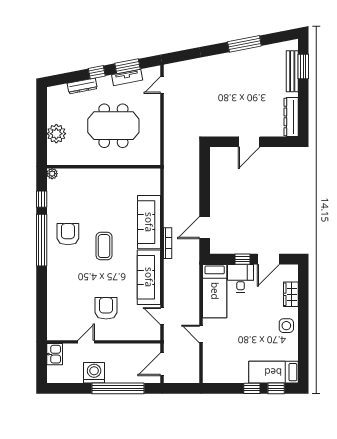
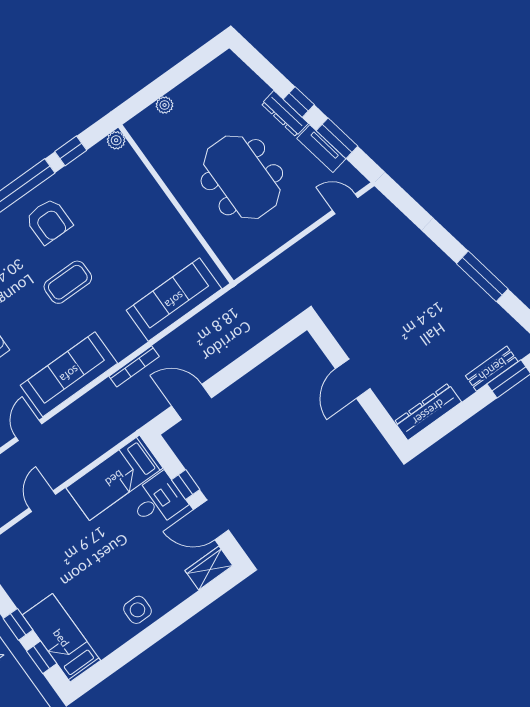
bench: (292, 71) -> (492, 369), width x0.73
dresser: (82, 86) -> (285, 114), moved
plant: (56, 134) -> (165, 105), width x0.53, depth x0.53
door: (249, 142) -> (353, 379), hinge flipped
sofa: (149, 222) -> (174, 300), moved
armchair: (68, 234) -> (49, 221), turned 90
wardrobe: (291, 294) -> (209, 568), moved

